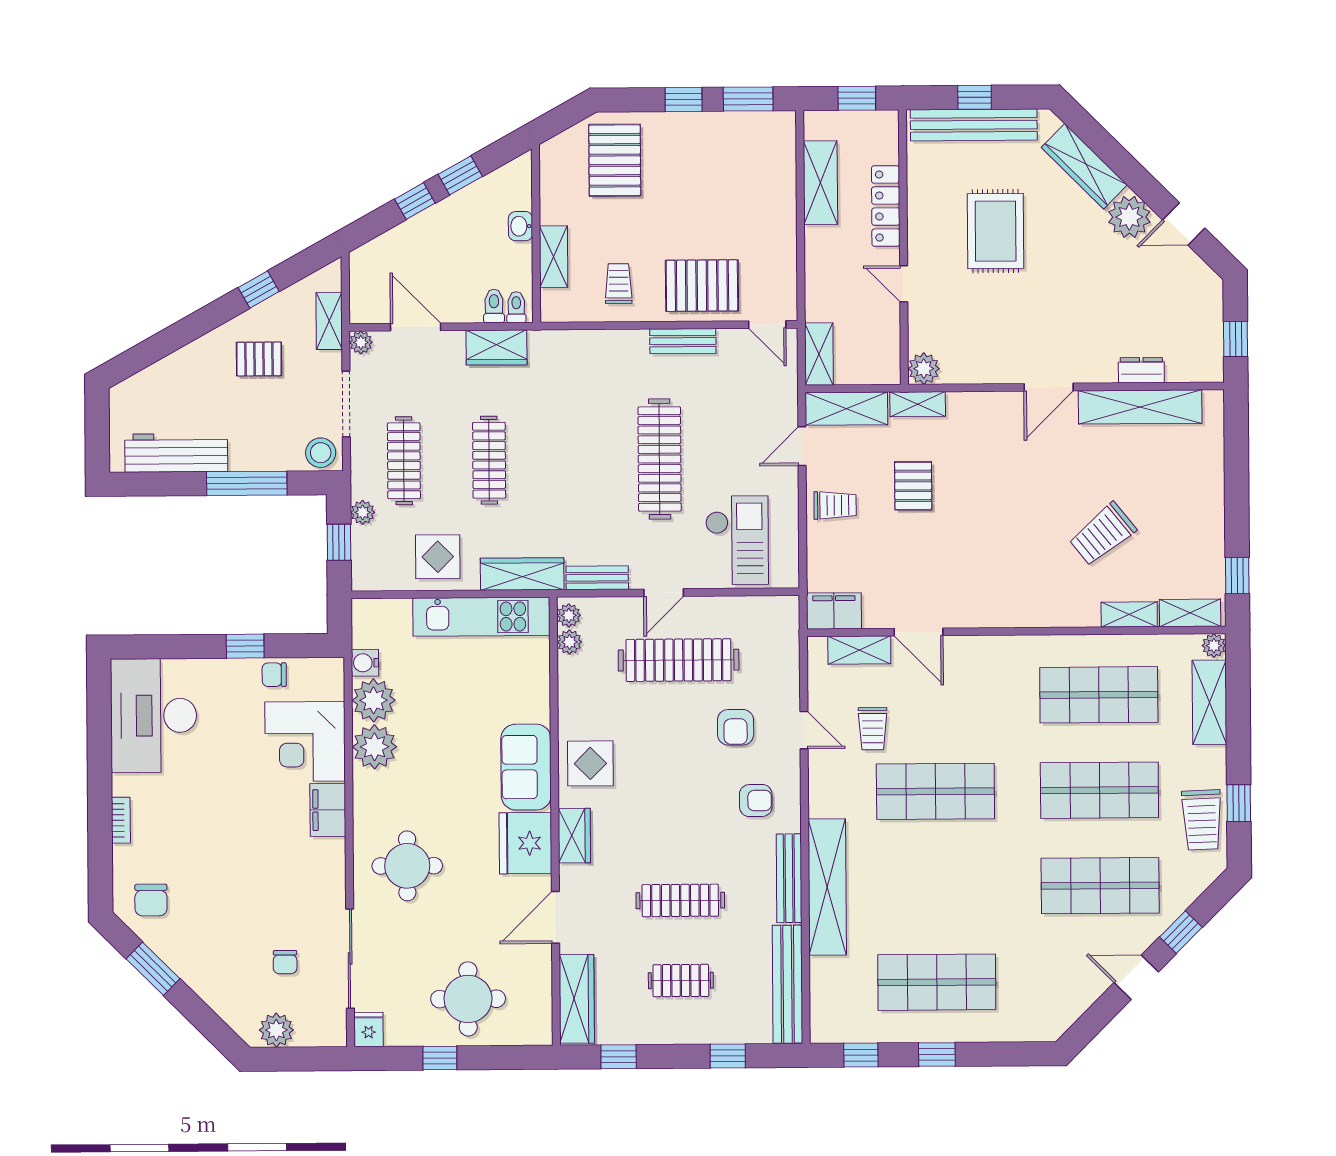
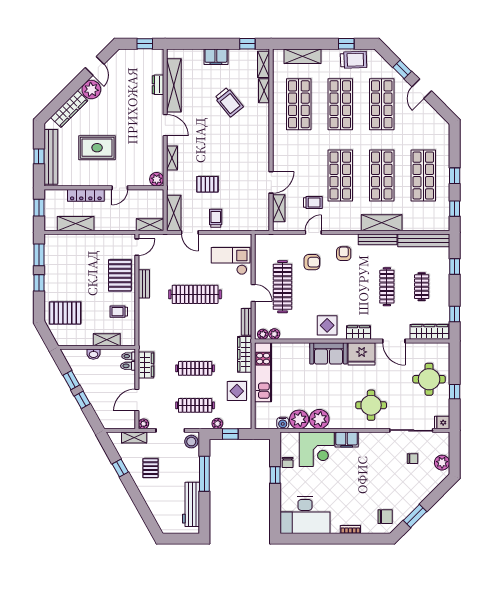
shelving: (918, 404) -> (172, 158), moved
filing cabinet: (834, 611) -> (216, 57), moved, turned -90
plant: (1214, 646) -> (278, 54), removed
shelving: (827, 887) -> (382, 223), width x0.68
shop shelf: (936, 887) -> (382, 176), added

